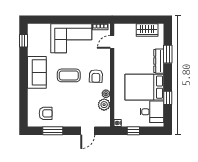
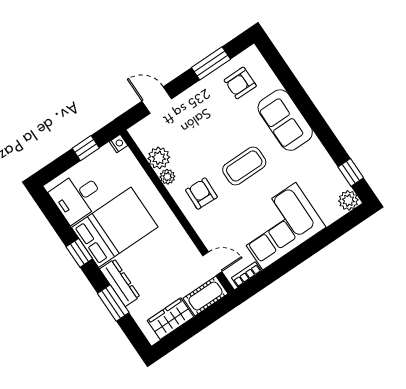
plant: (33, 29) -> (348, 200), added
cot: (125, 30) -> (205, 296), added
door: (112, 42) -> (212, 264), hinge flipped
sofa: (37, 72) -> (285, 120), moved
window: (168, 98) -> (79, 253), moved
door: (88, 131) -> (157, 100), hinge flipped

